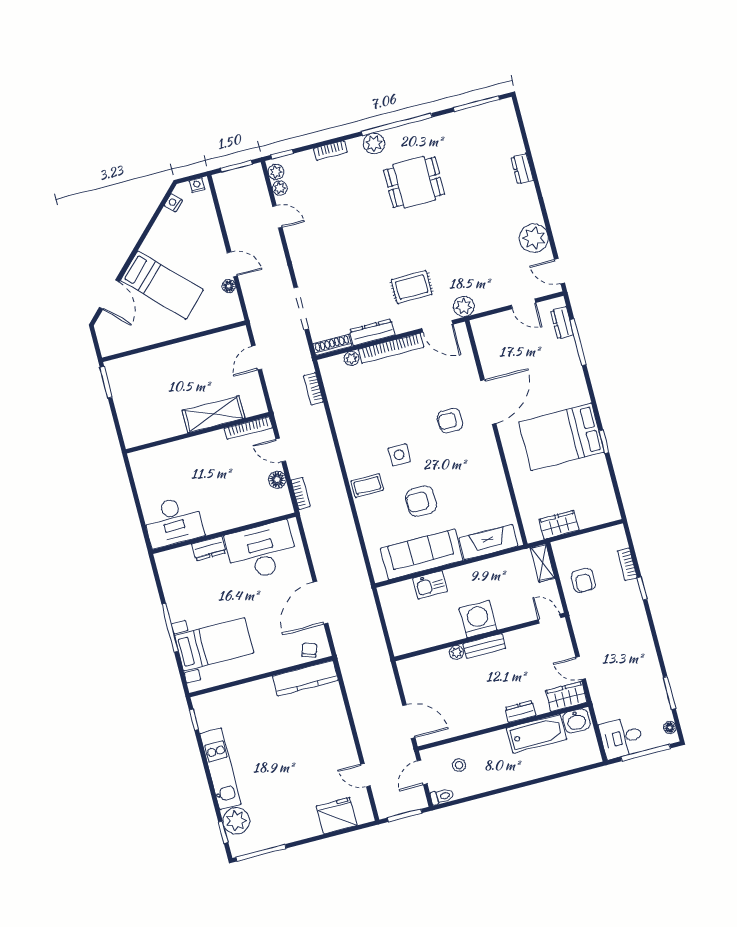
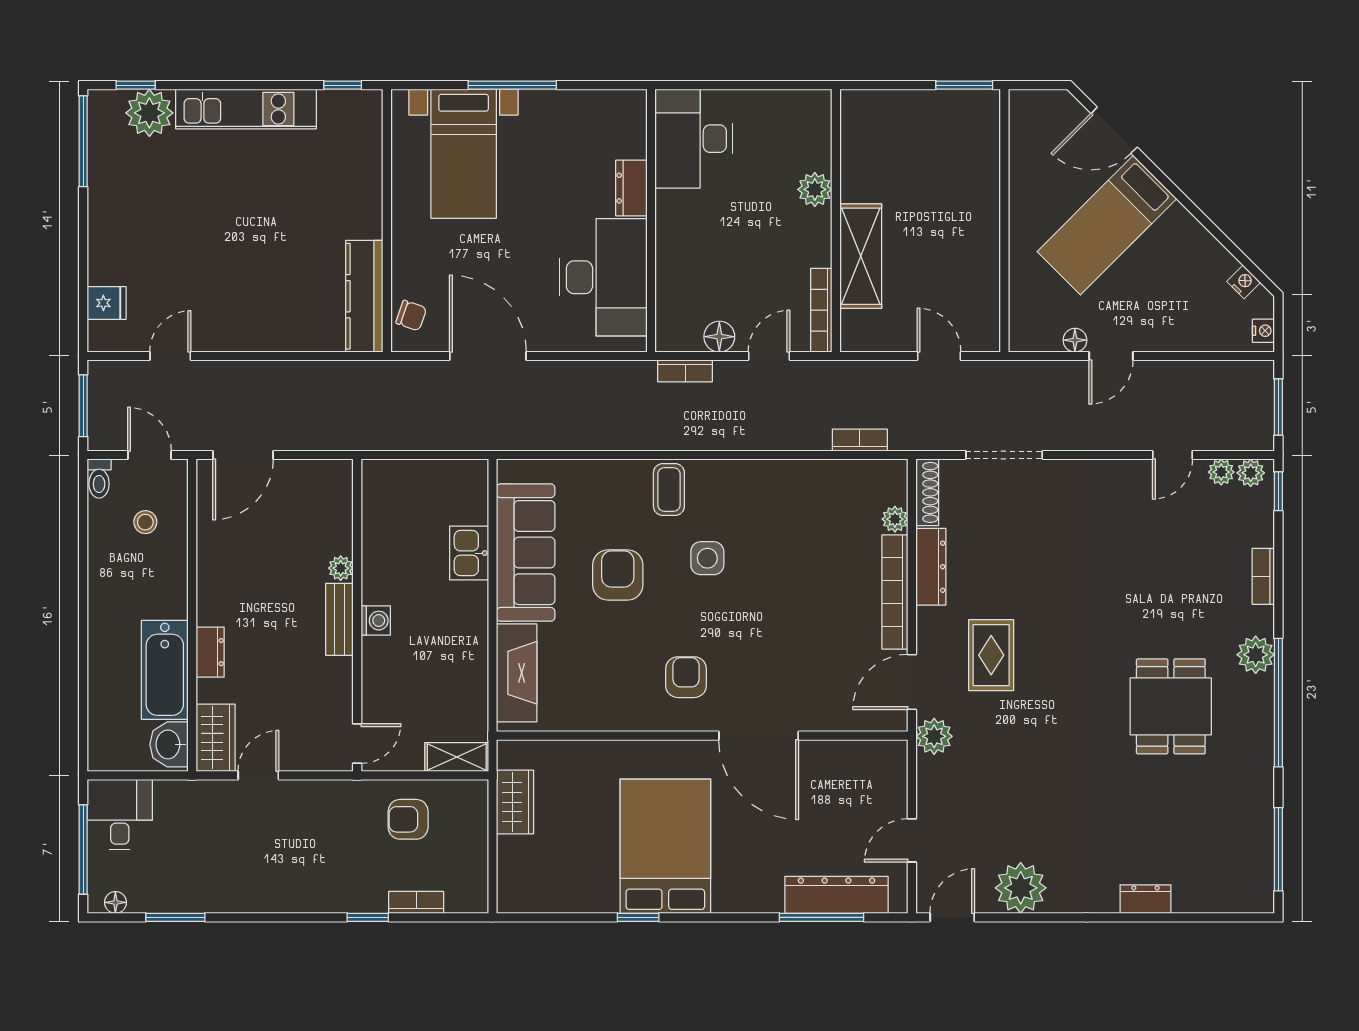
dresser: (562, 323) -> (837, 895), width x1.96, depth x1.24
armchair: (450, 421) -> (686, 677), moved
plant: (184, 449) -> (815, 189), added
washing machine: (478, 619) -> (376, 621), width x0.53, depth x0.53
fridge: (337, 816) -> (107, 303), width x0.53, depth x0.75

